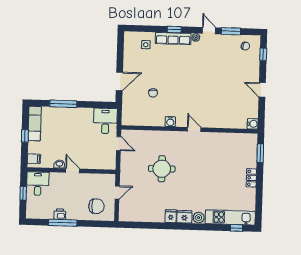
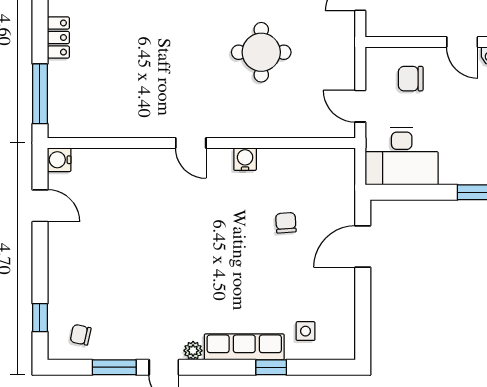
window: (174, 30) -> (271, 367), moved
door: (262, 90) -> (40, 206), moved
desk: (105, 121) -> (402, 156), width x1.37
window: (260, 153) -> (40, 94), width x1.44
chair: (96, 155) -> (411, 79), added

